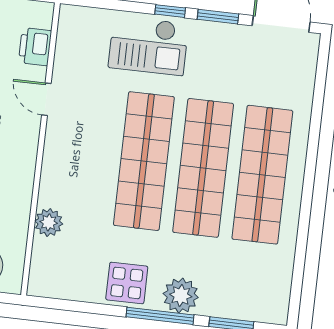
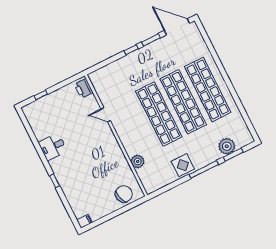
checkout: (148, 46) -> (131, 68), removed
printer: (35, 47) -> (84, 88), moved
plant: (181, 295) -> (227, 146), moved

